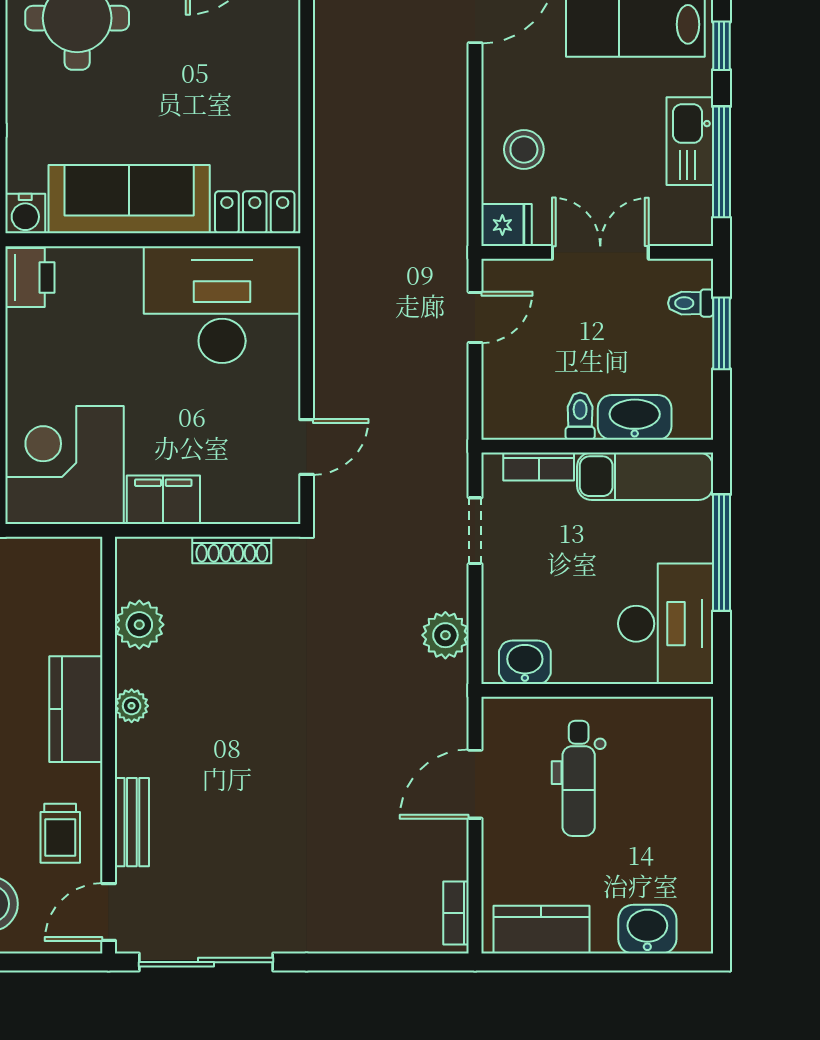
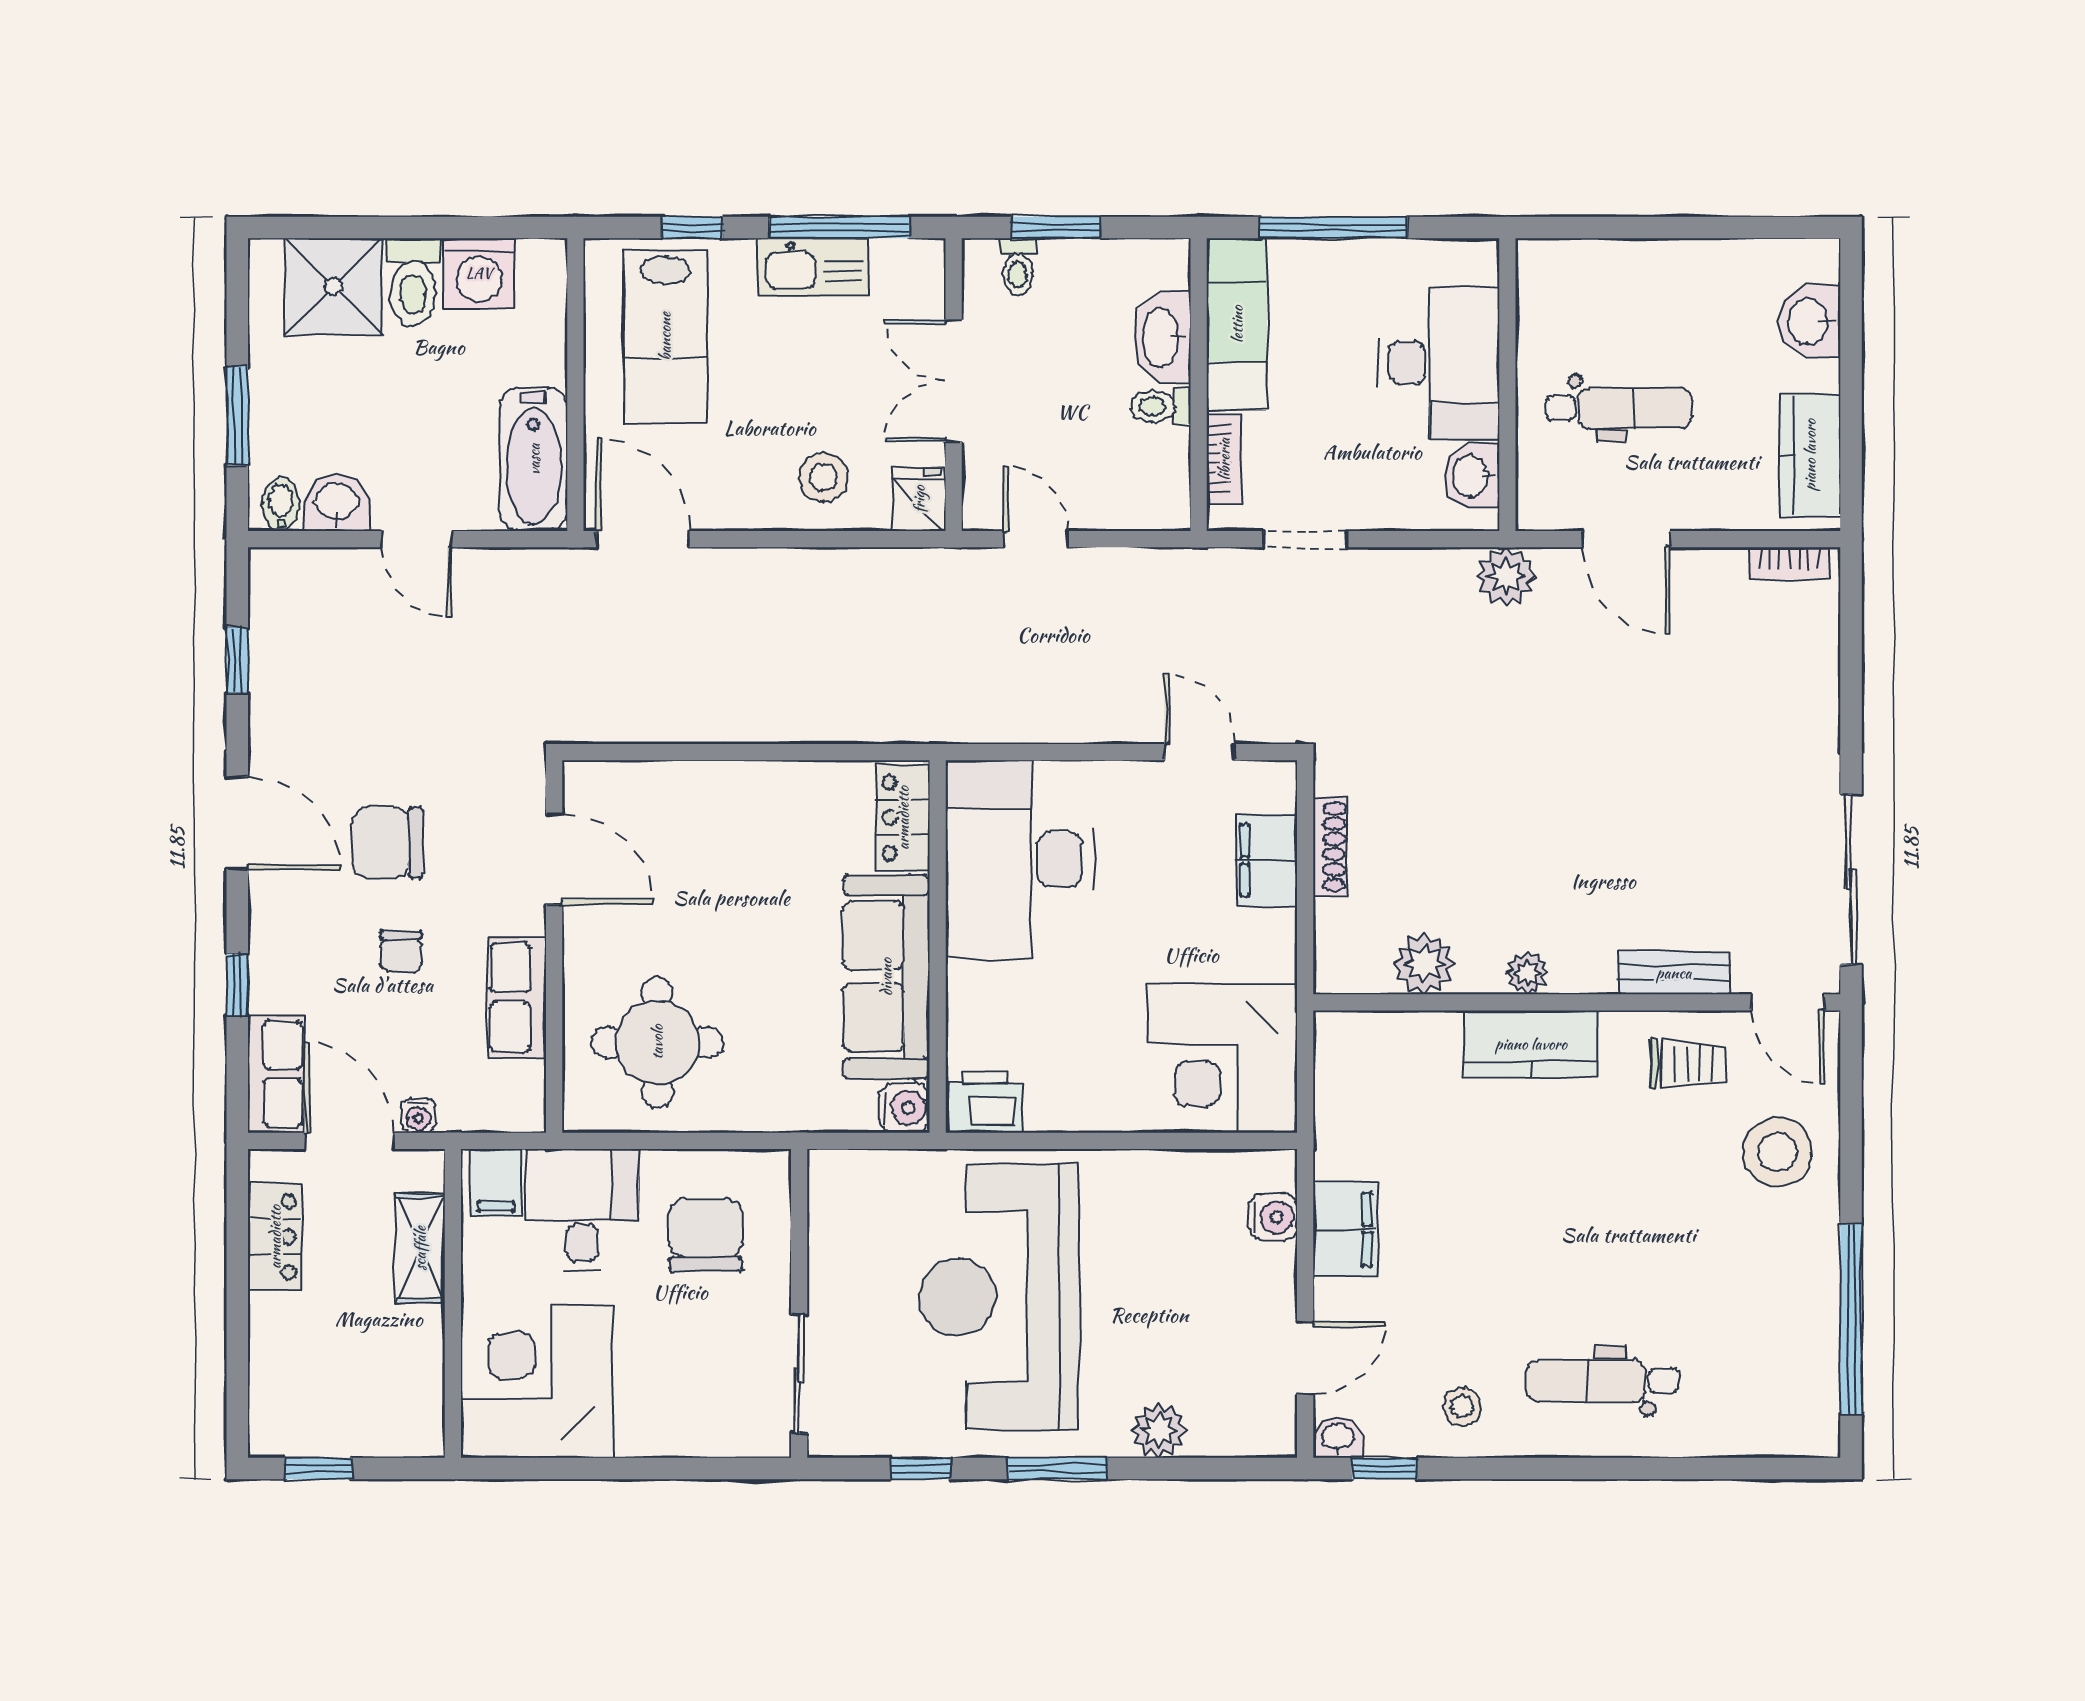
filing cabinet: (163, 500) -> (1266, 860), moved
desk: (666, 624) -> (1439, 363), moved, turned 90
plant: (445, 635) -> (1506, 577), moved

